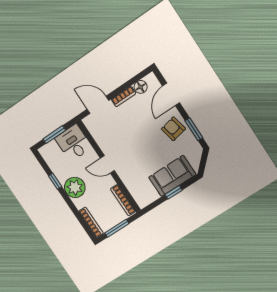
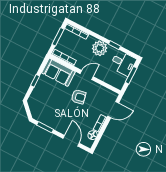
armchair: (173, 129) -> (79, 97), moved
desk: (73, 143) -> (123, 63), moved
sofa: (172, 176) -> (58, 72), moved, turned 90

